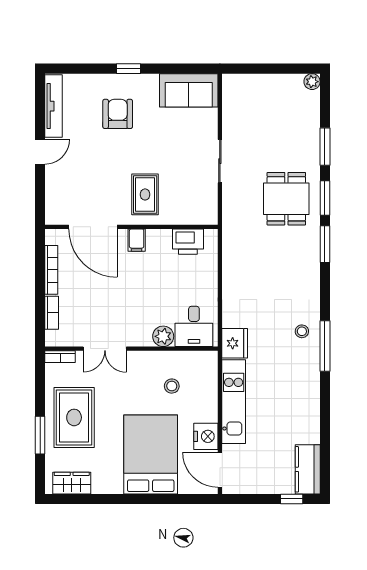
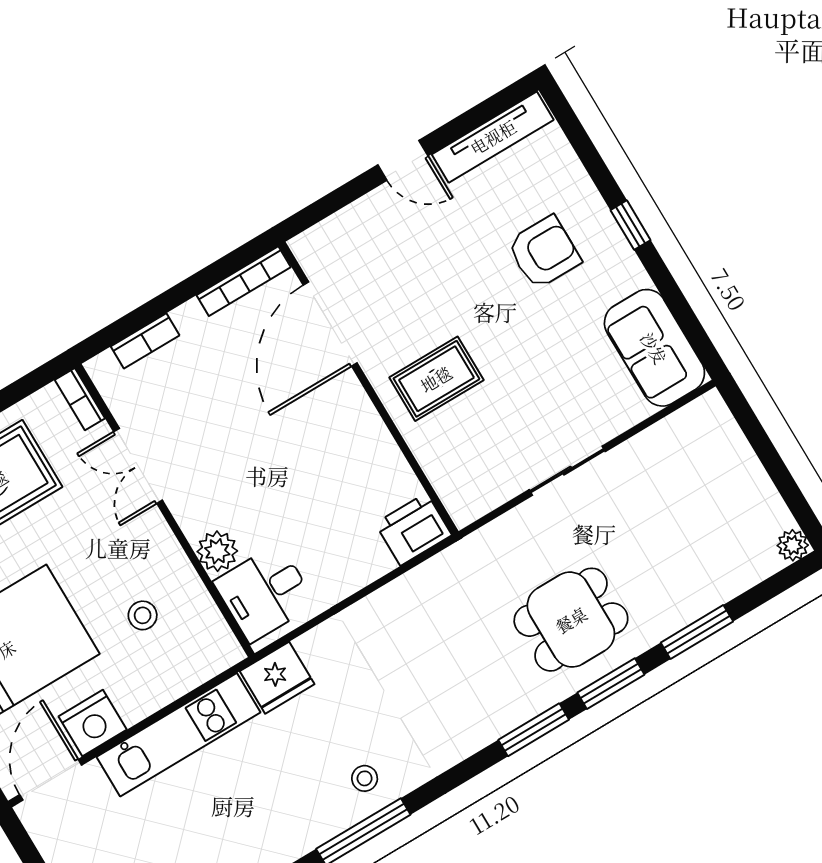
filing cabinet: (137, 240) -> (352, 410), removed
printer: (188, 242) -> (413, 529), moved, turned 90
bookcase: (51, 270) -> (244, 281), moved

